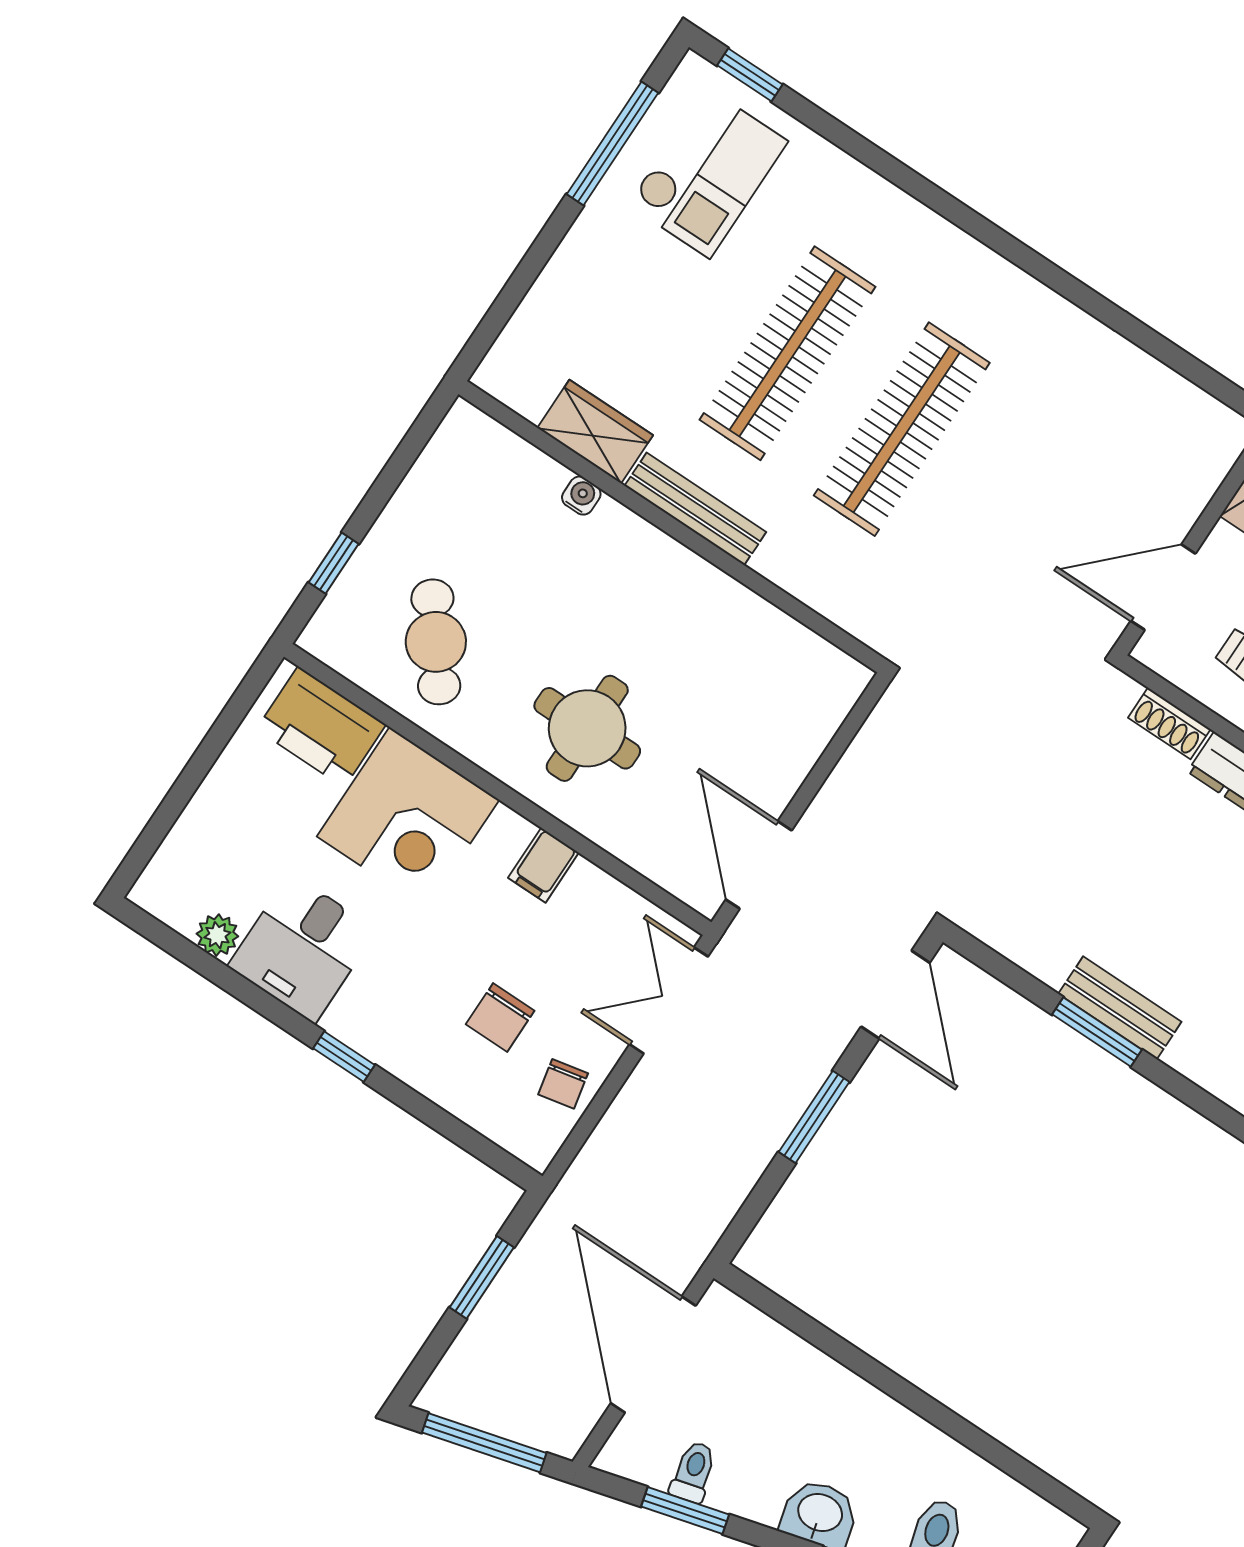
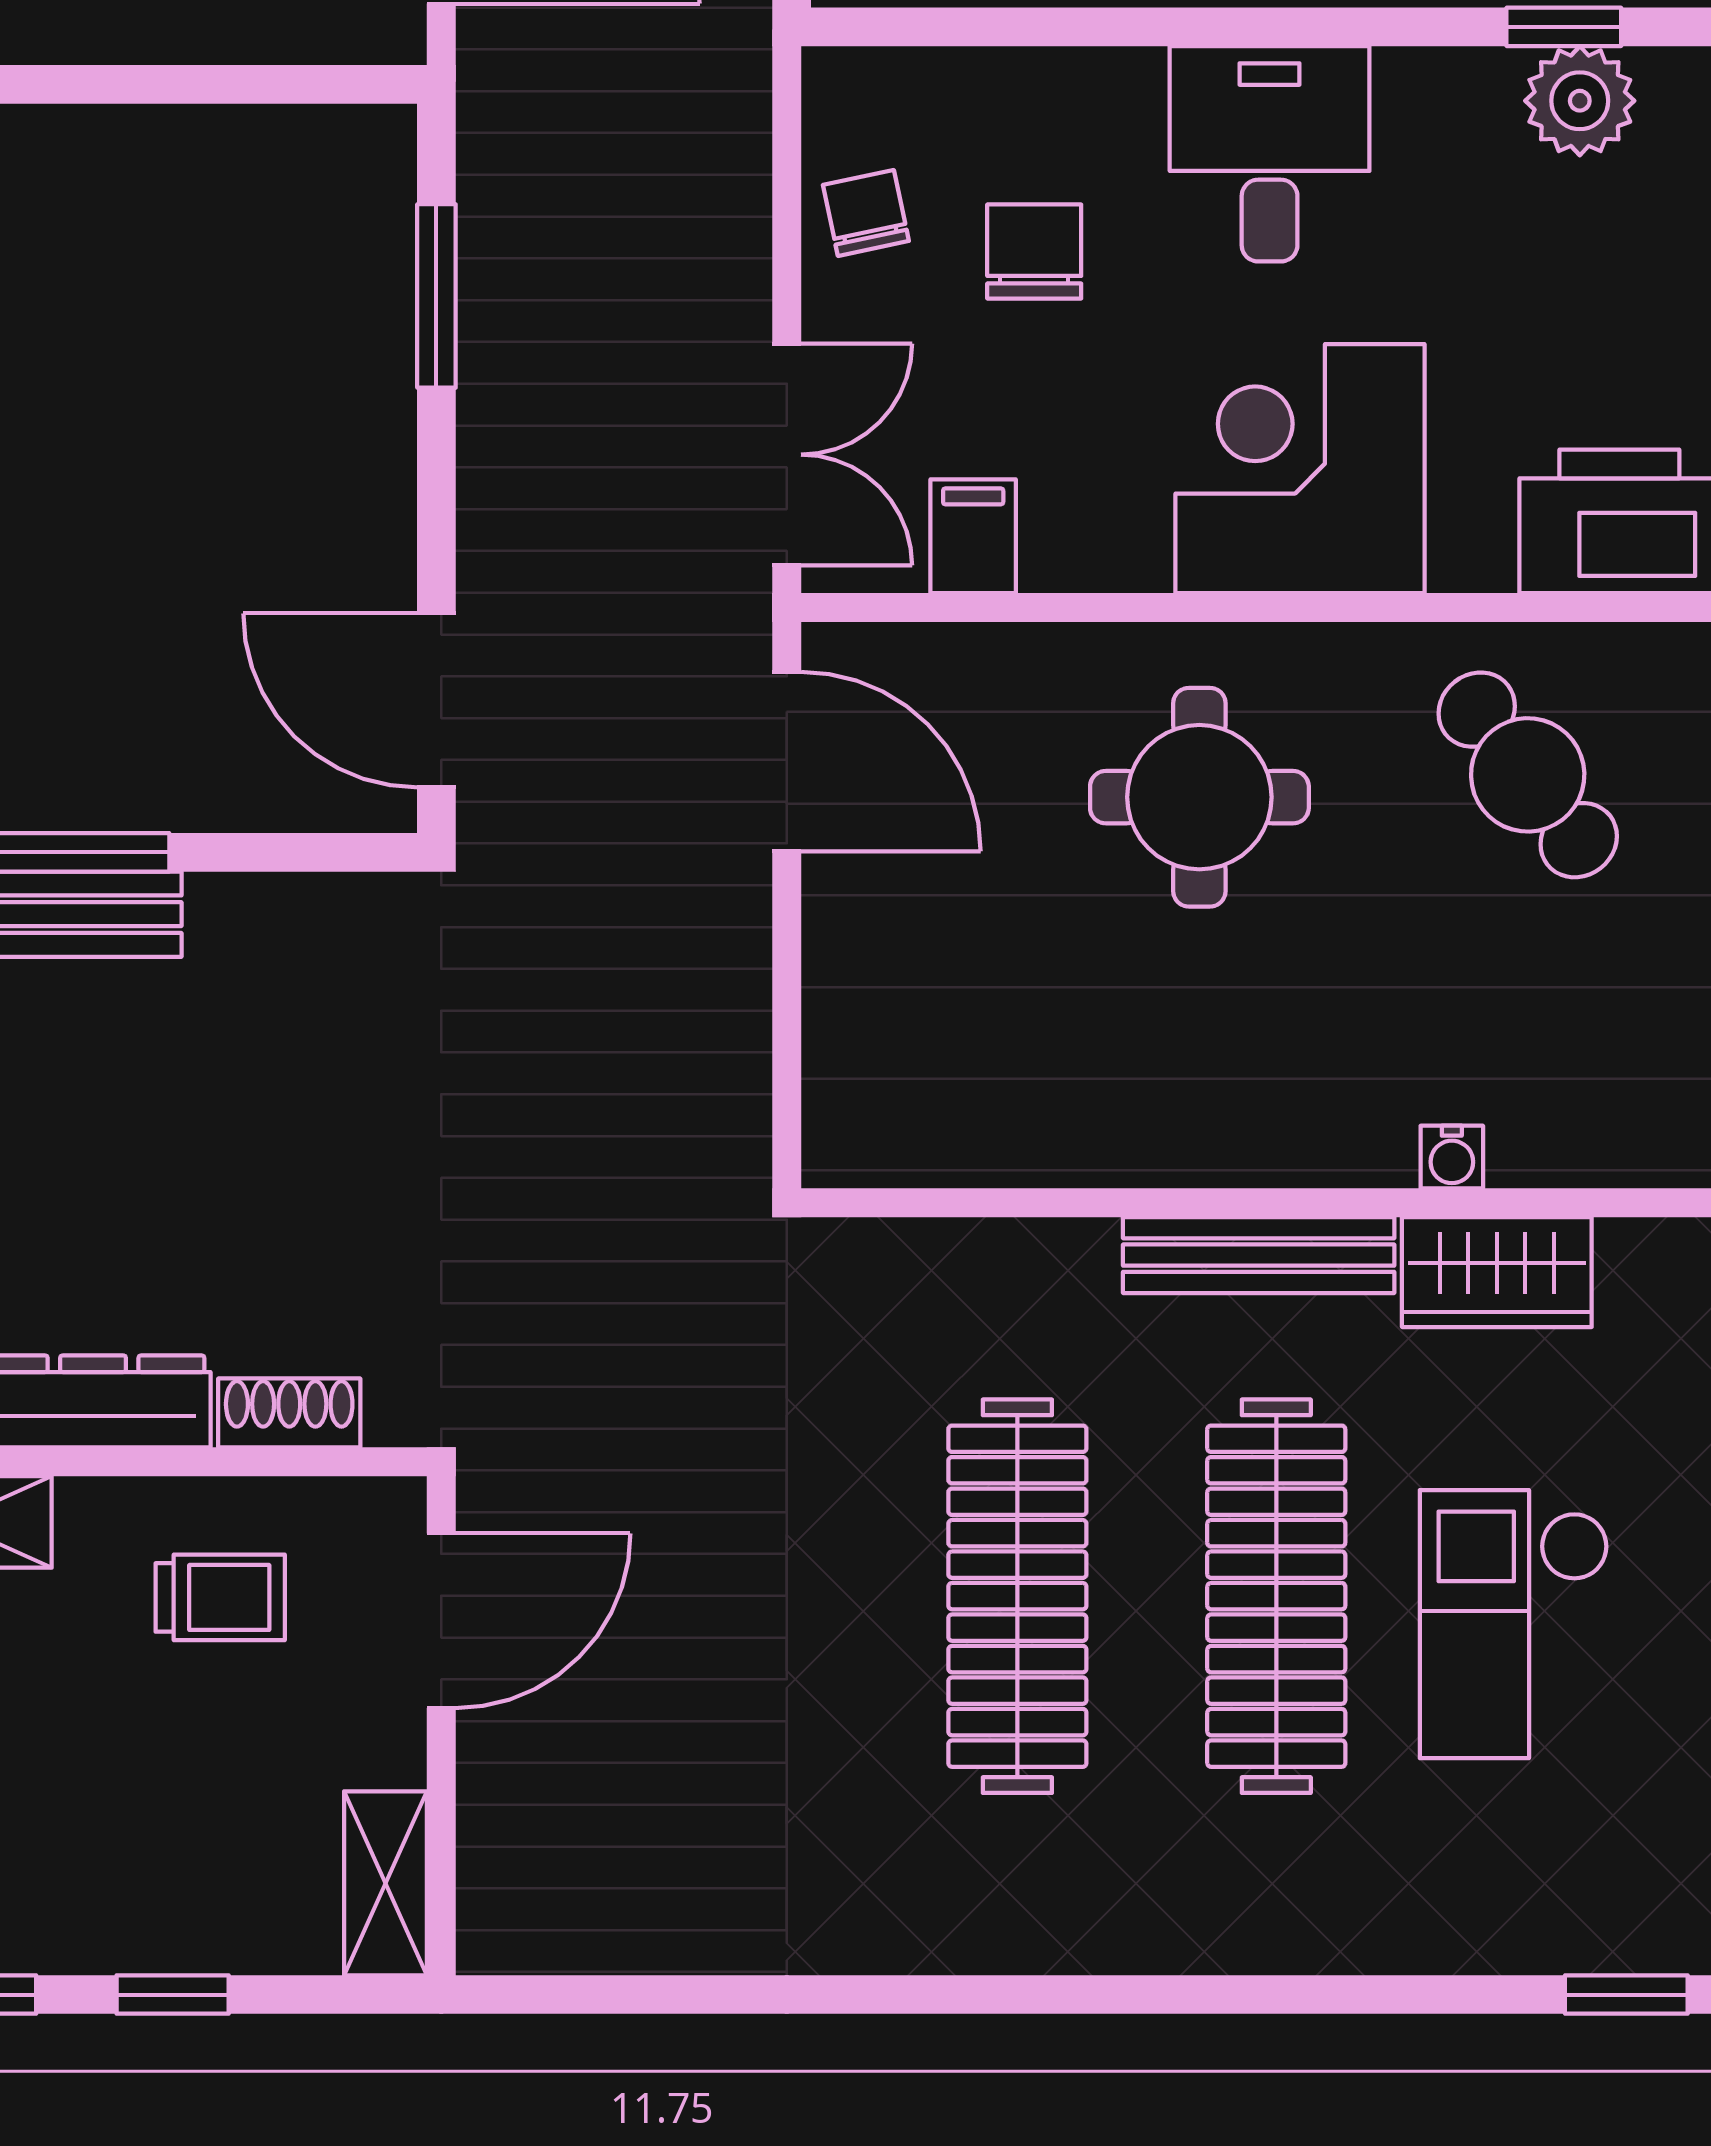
checkout: (708, 173) -> (1514, 1624), moved
corner desk: (408, 818) -> (1300, 469), moved
filing cabinet: (543, 865) -> (973, 536), moved
plant: (217, 935) -> (1580, 101), width x1.38, depth x1.38
desk: (302, 948) -> (1270, 154), moved
window: (344, 1057) -> (1564, 27), moved
window: (814, 1117) -> (436, 296), moved

